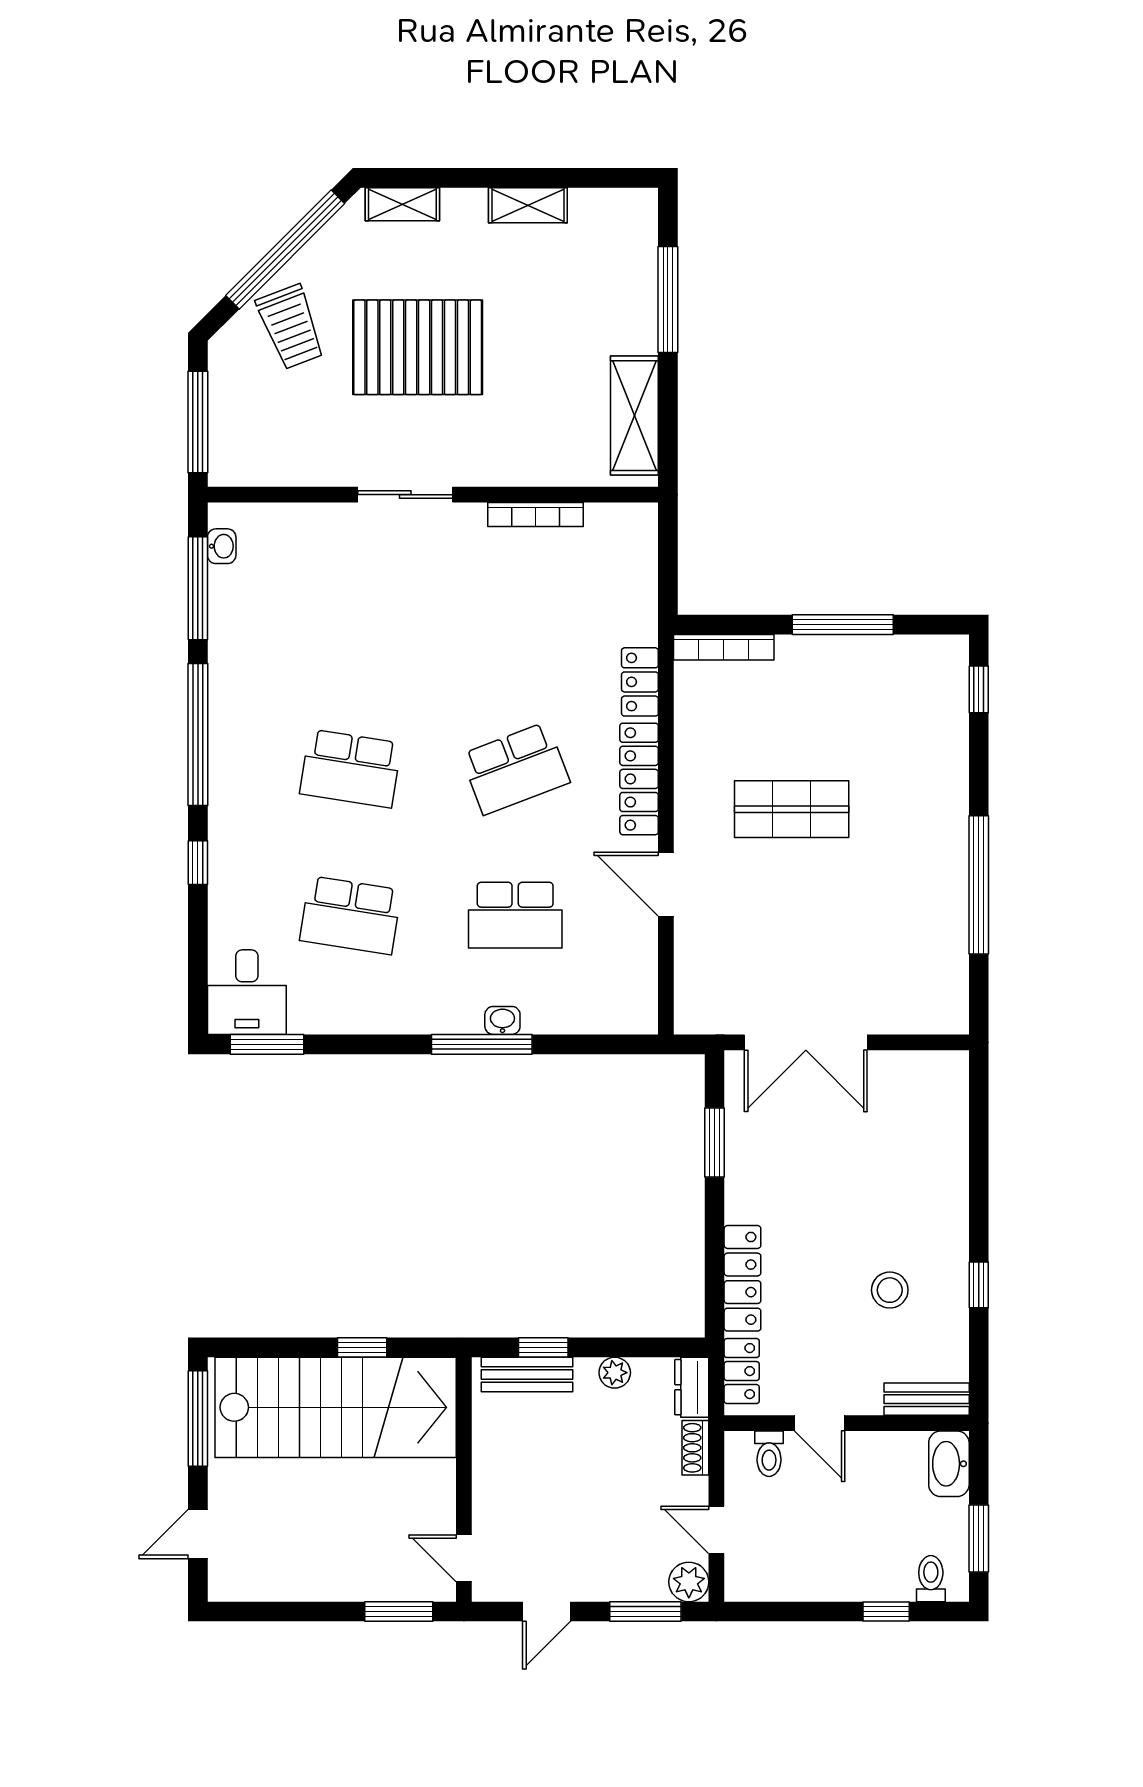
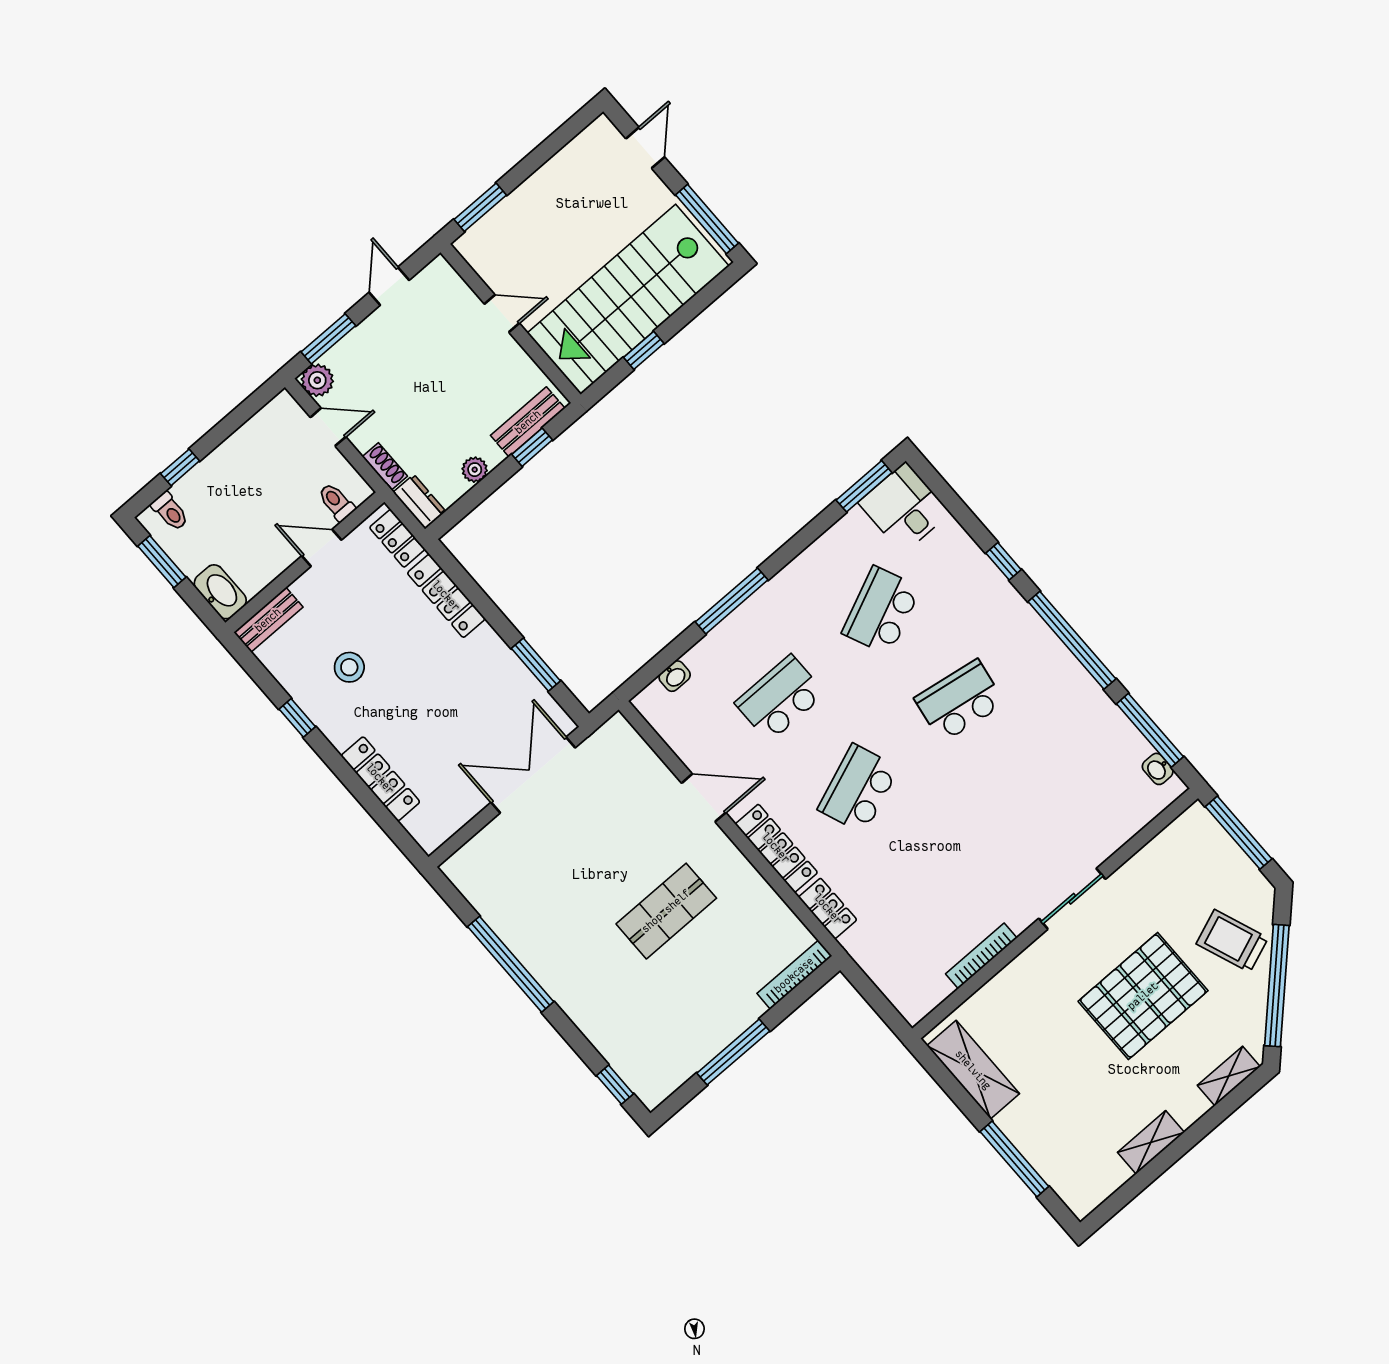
school desk: (351, 915) -> (881, 610), turned -33
washbasin: (502, 1020) -> (675, 676), moved
locker: (951, 1161) -> (380, 779), added
door: (464, 1558) -> (502, 313), moved

